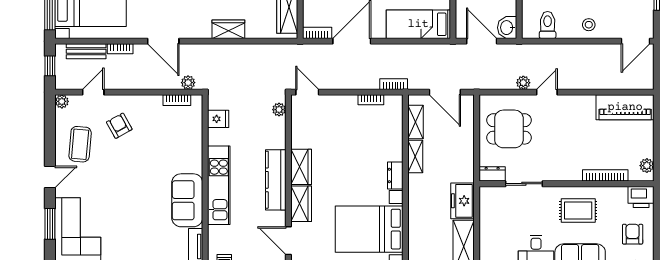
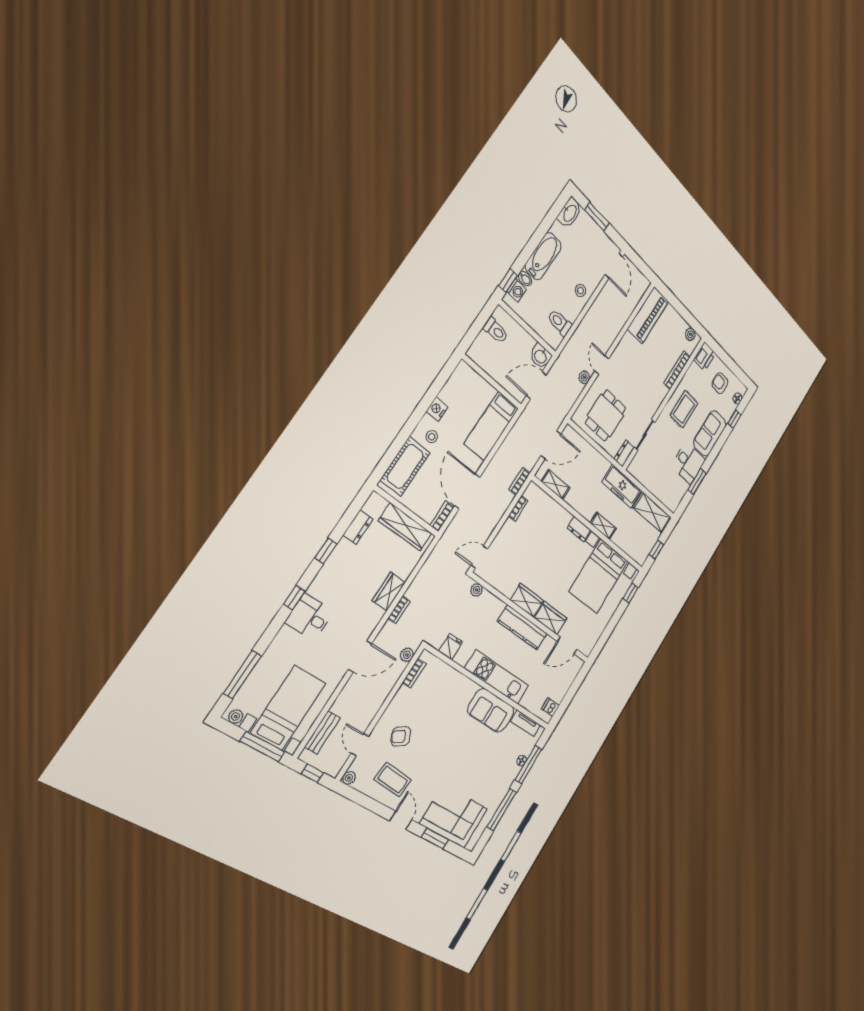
bookcase: (120, 49) -> (399, 610), moved
shelving: (415, 156) -> (603, 526), moved
freezer: (462, 201) -> (622, 486), width x1.40

